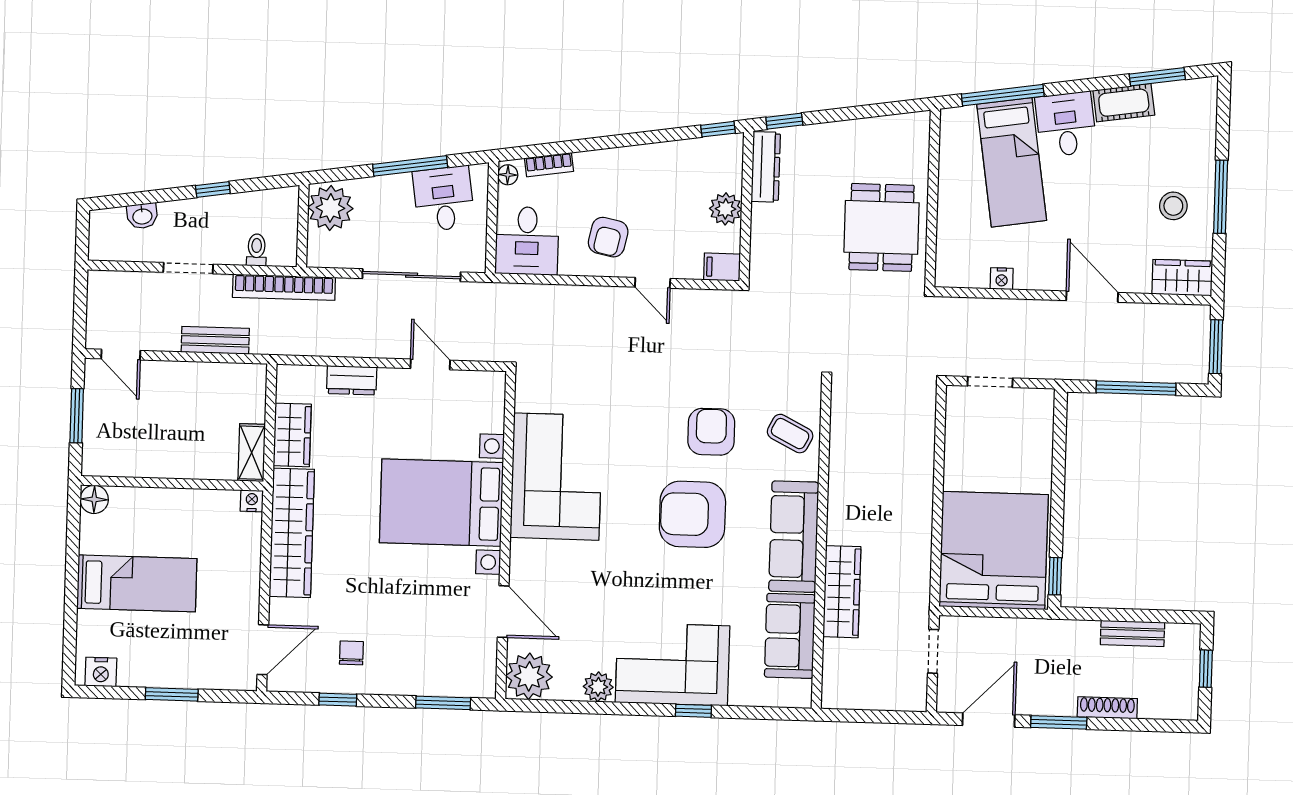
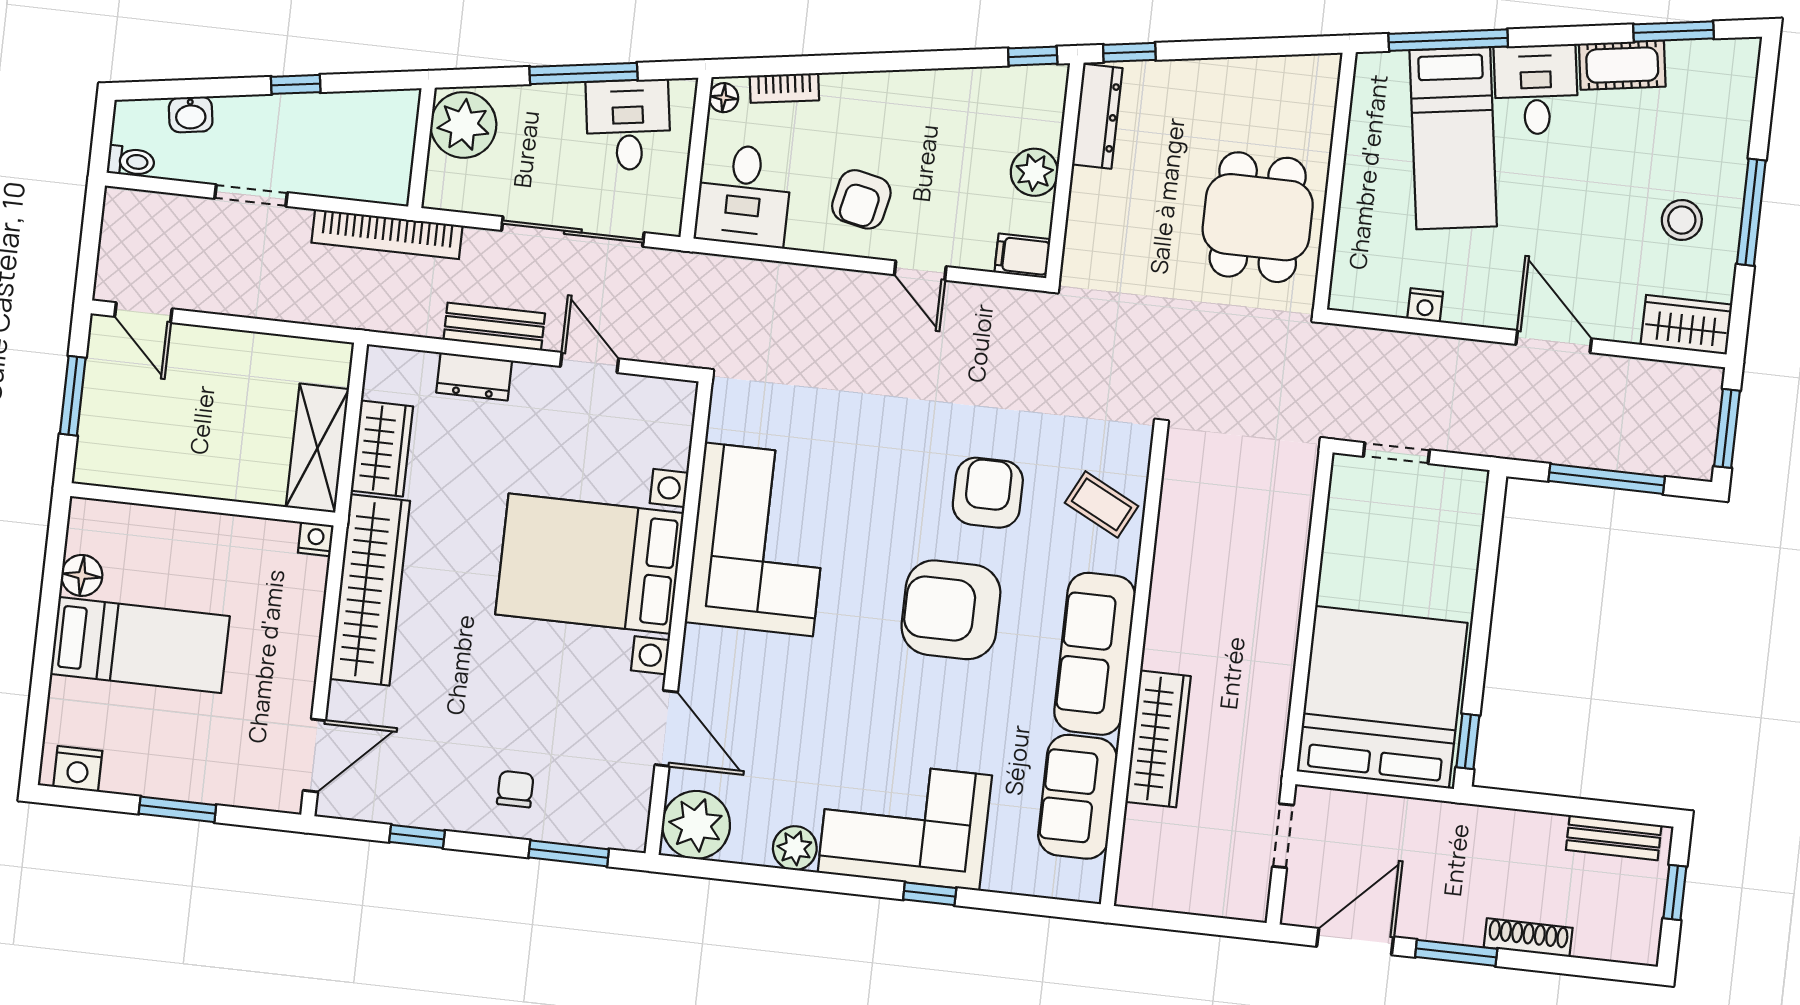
toilet: (257, 250) -> (131, 161), moved, turned 90
bench: (215, 340) -> (494, 327), moved
shelving: (252, 453) -> (317, 448), width x1.50, depth x1.33
floor lamp: (94, 499) -> (82, 575), moved
bench: (1132, 633) -> (1614, 838), moved
chair: (351, 653) -> (515, 789), moved

